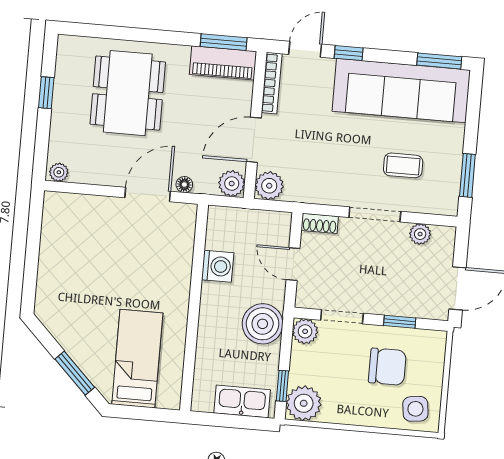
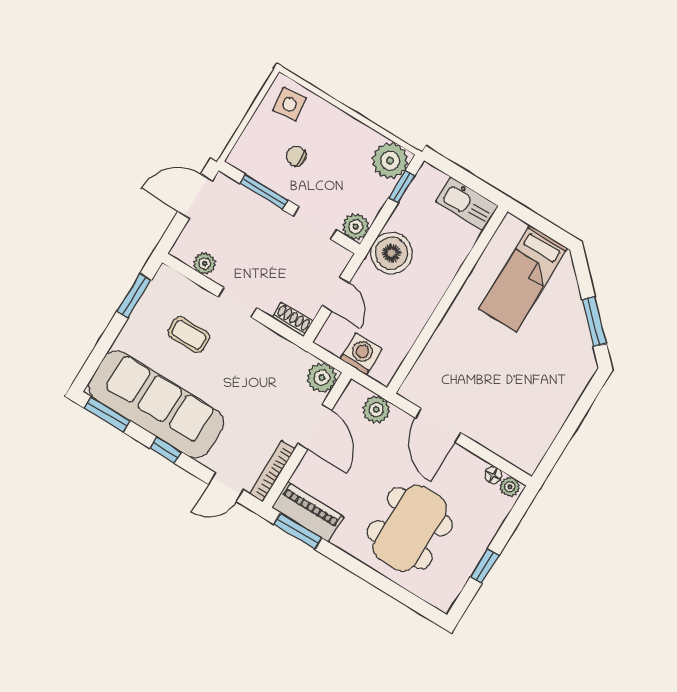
window: (349, 53) -> (166, 450), moved
door: (254, 140) -> (315, 427), hinge flipped
plant: (232, 184) -> (376, 410), moved
floor lamp: (184, 185) -> (493, 475), moved
door: (148, 195) -> (438, 425), hinge flipped
doorway: (375, 214) -> (237, 302), width x0.73
washing machine: (218, 266) -> (361, 354), moved, turned 90
window: (400, 322) -> (264, 192), width x1.50
chair: (387, 367) -> (296, 156), width x0.54, depth x0.54
window: (75, 373) -> (594, 322), moved
kitchen sink: (242, 401) -> (467, 204), moved

